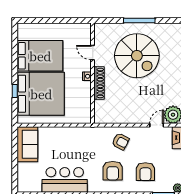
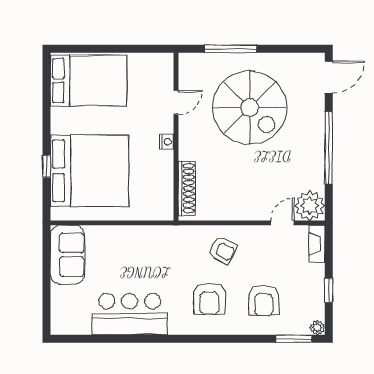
window: (139, 20) -> (231, 49), moved
door: (93, 53) -> (176, 102), swing flipped
bed: (40, 56) -> (88, 80), moved
shoe rack: (99, 83) -> (187, 188), moved

